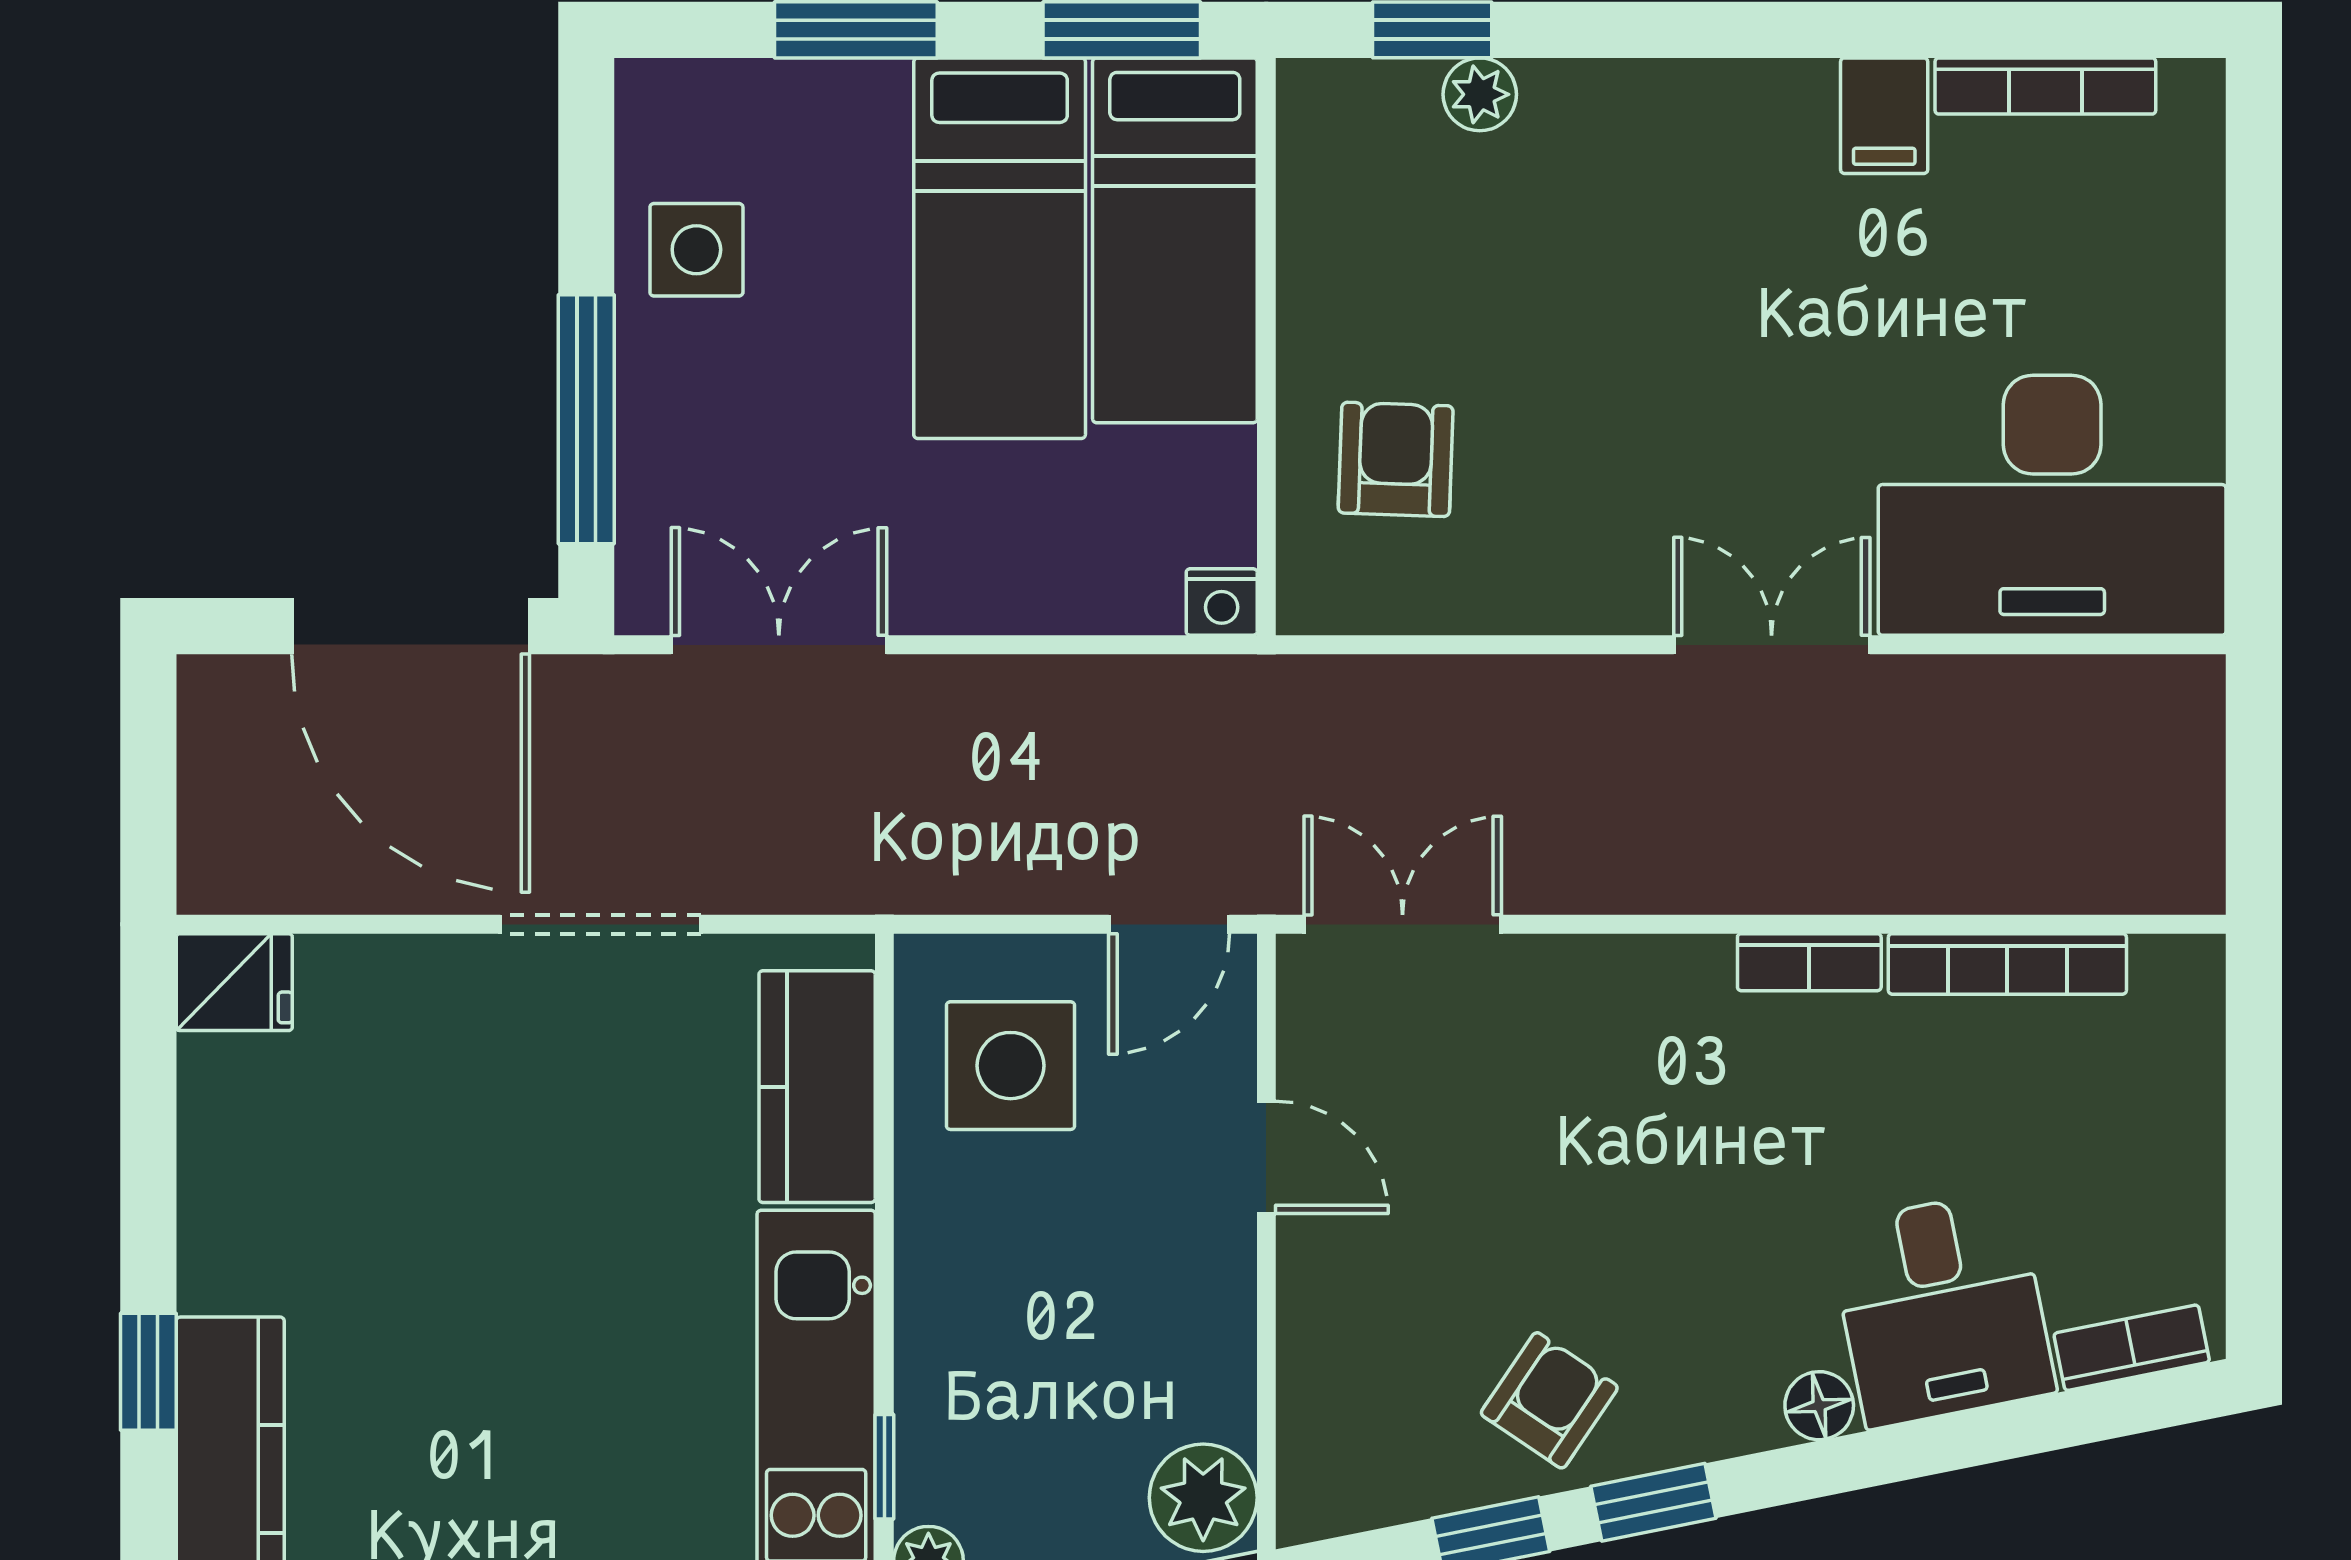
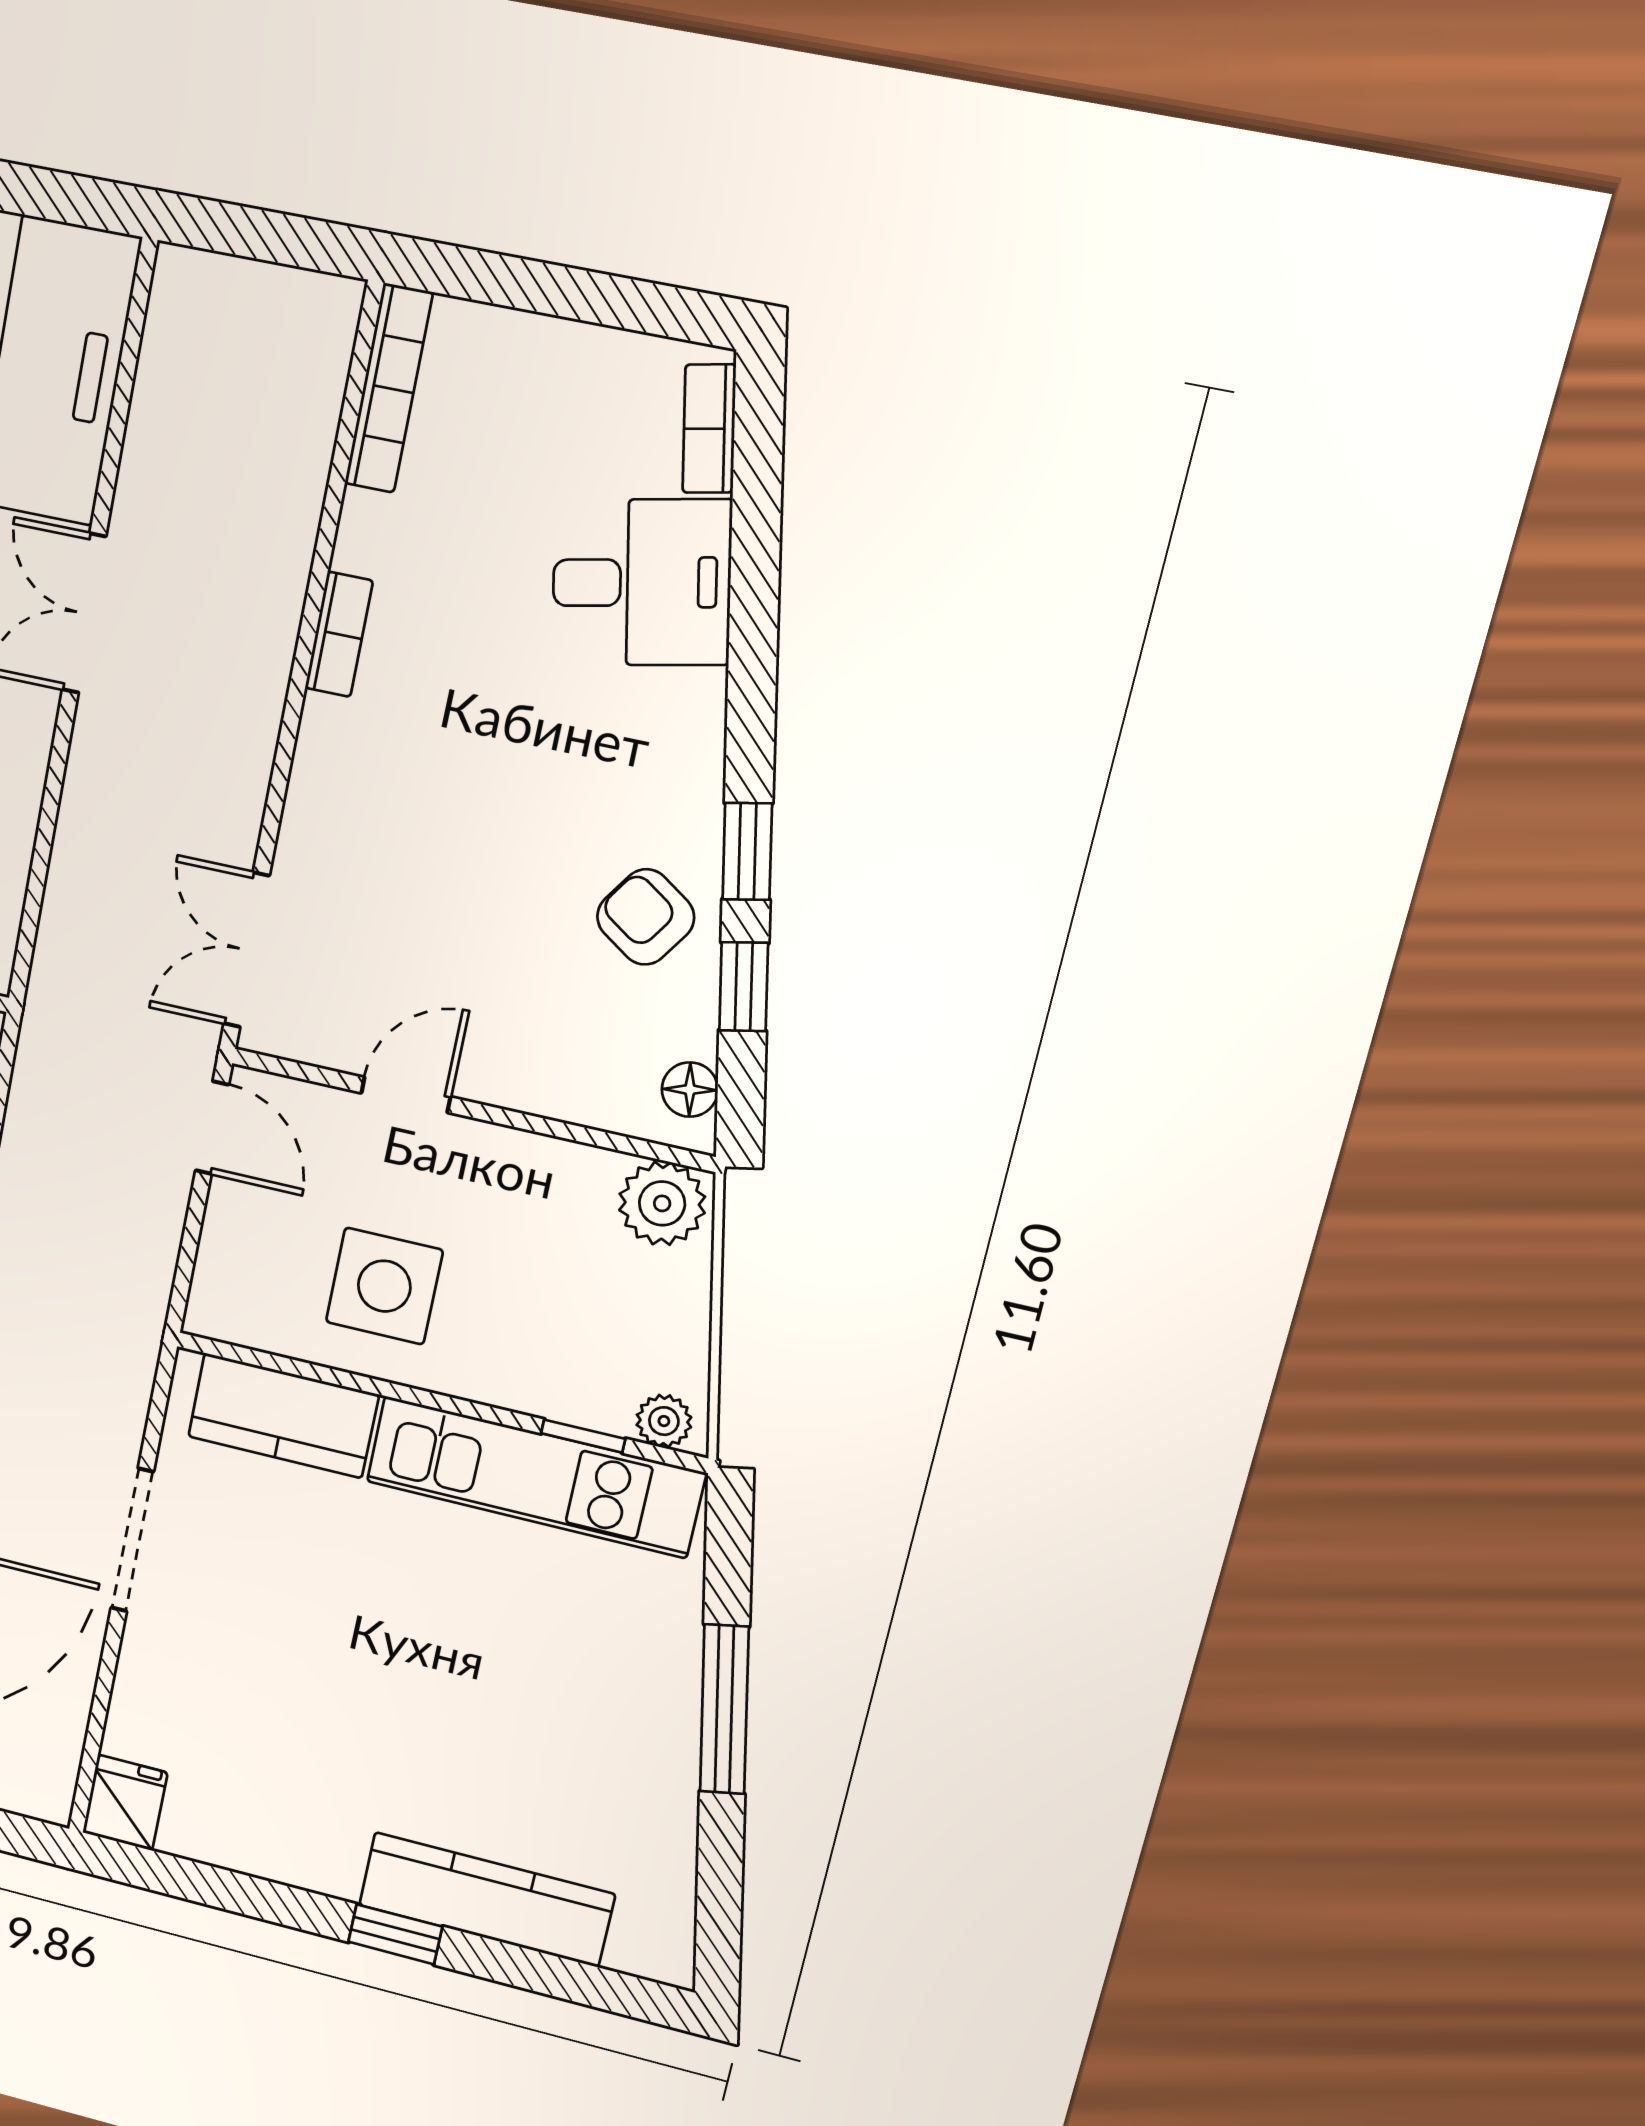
bookcase: (2007, 964) -> (389, 388), moved
side table: (1010, 1066) -> (384, 1286), moved
floor lamp: (1819, 1406) -> (690, 1090), moved

